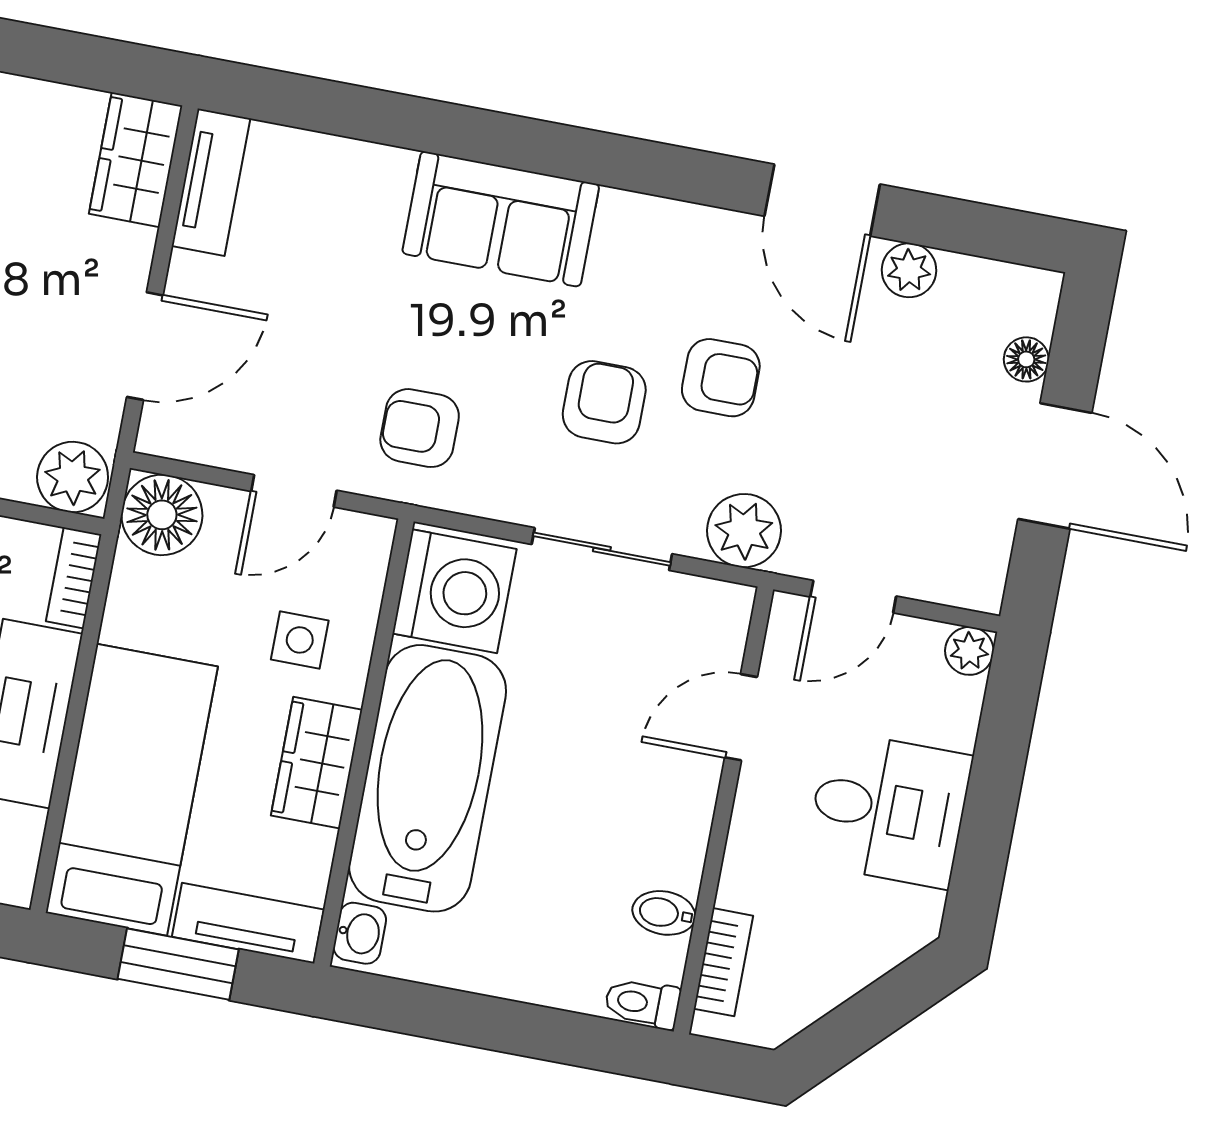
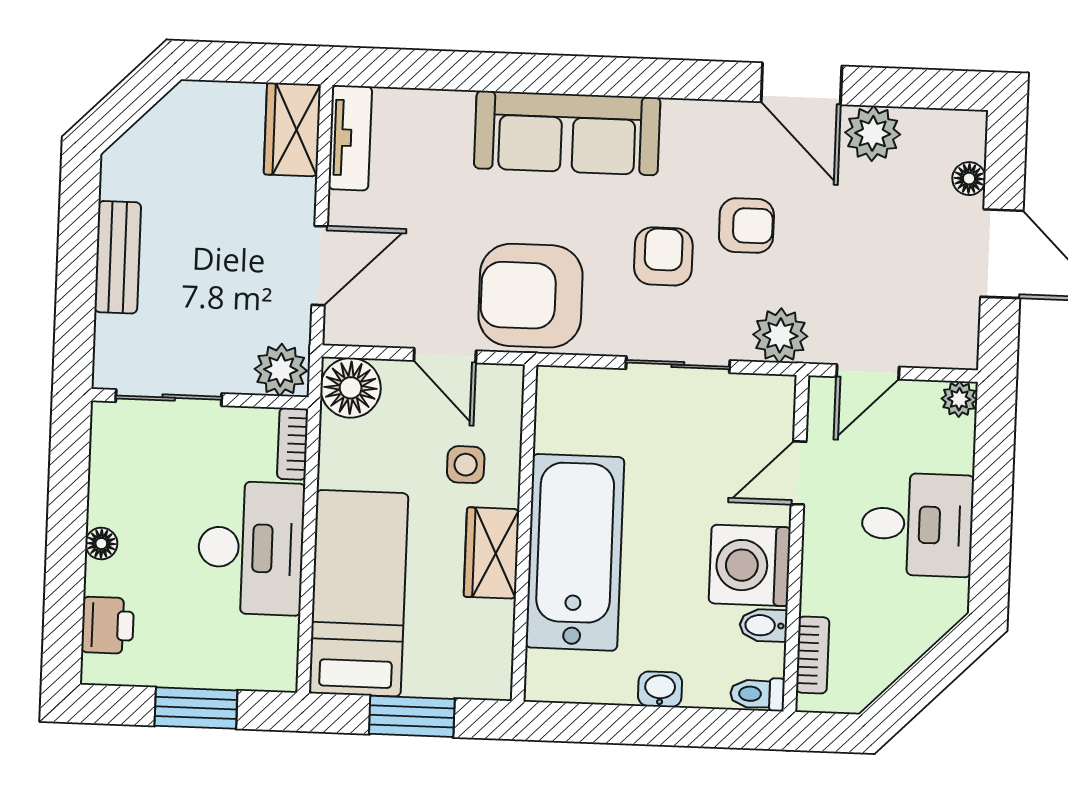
sofa: (501, 219) -> (567, 133), width x1.36
plant: (909, 270) -> (873, 133), width x1.38, depth x1.38
armchair: (420, 428) -> (531, 296), width x1.88, depth x1.88
door: (294, 491) -> (445, 356), hinge flipped
washing machine: (454, 591) -> (750, 565), moved, turned 180
tv unit: (248, 923) -> (459, 679), removed
washbasin: (360, 933) -> (660, 689), moved, turned -90

